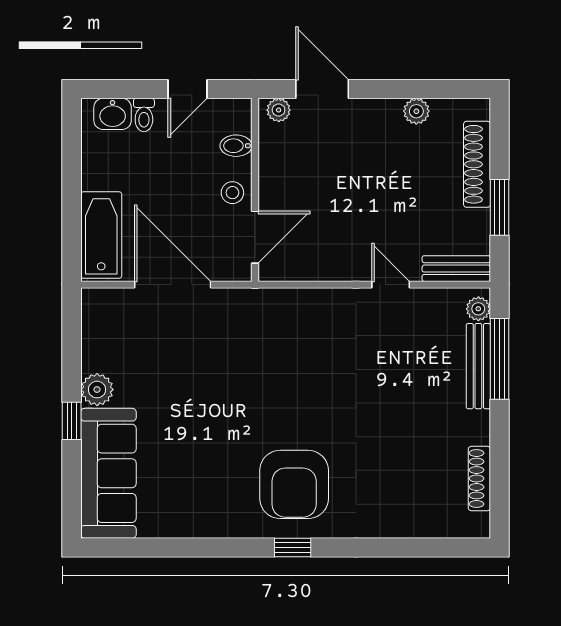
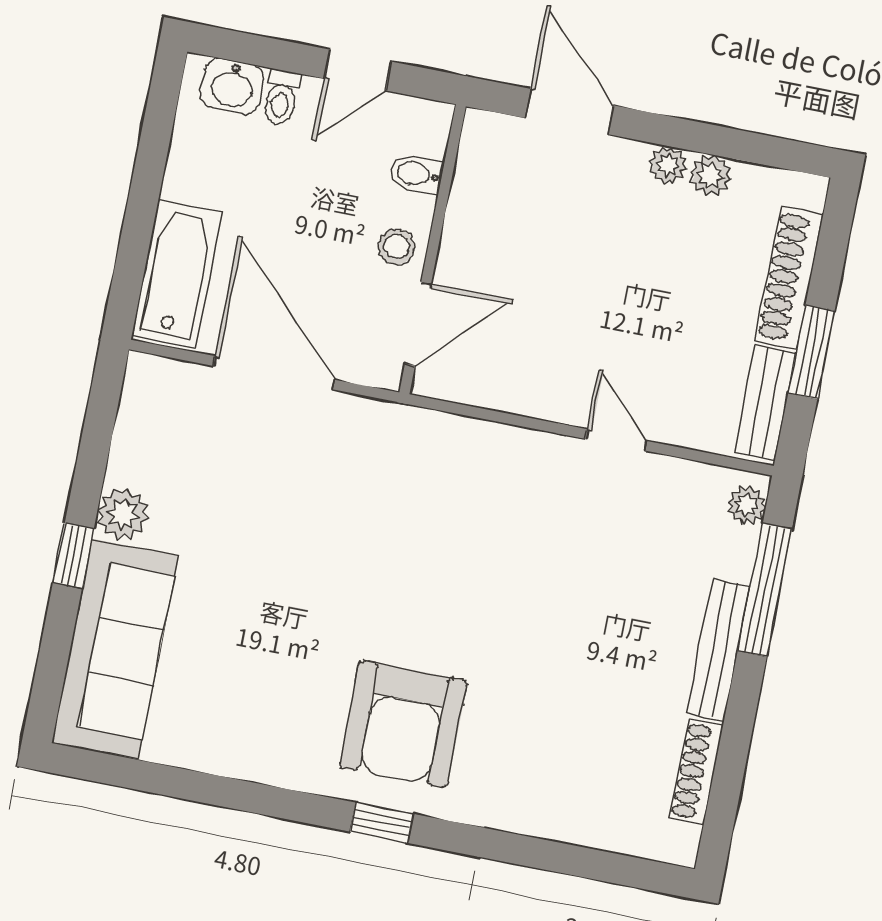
plant: (279, 110) -> (668, 165), moved
bench: (456, 269) -> (765, 403), moved, turned 90
bench: (478, 366) -> (718, 650), moved

